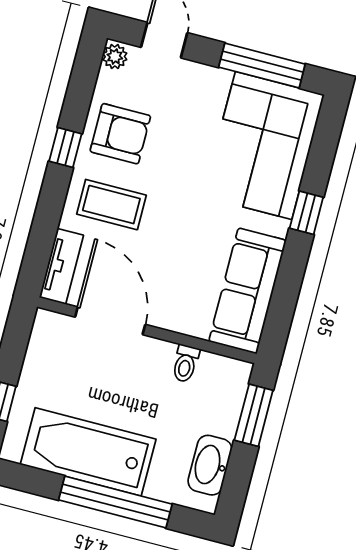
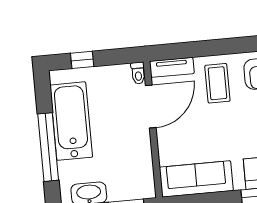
window: (65, 148) -> (241, 45), removed
toilet: (185, 364) -> (138, 73), moved, turned -90

